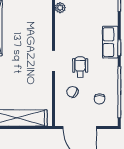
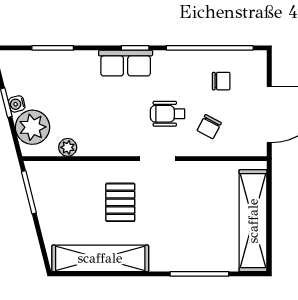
pallet: (27, 39) -> (120, 202), added

